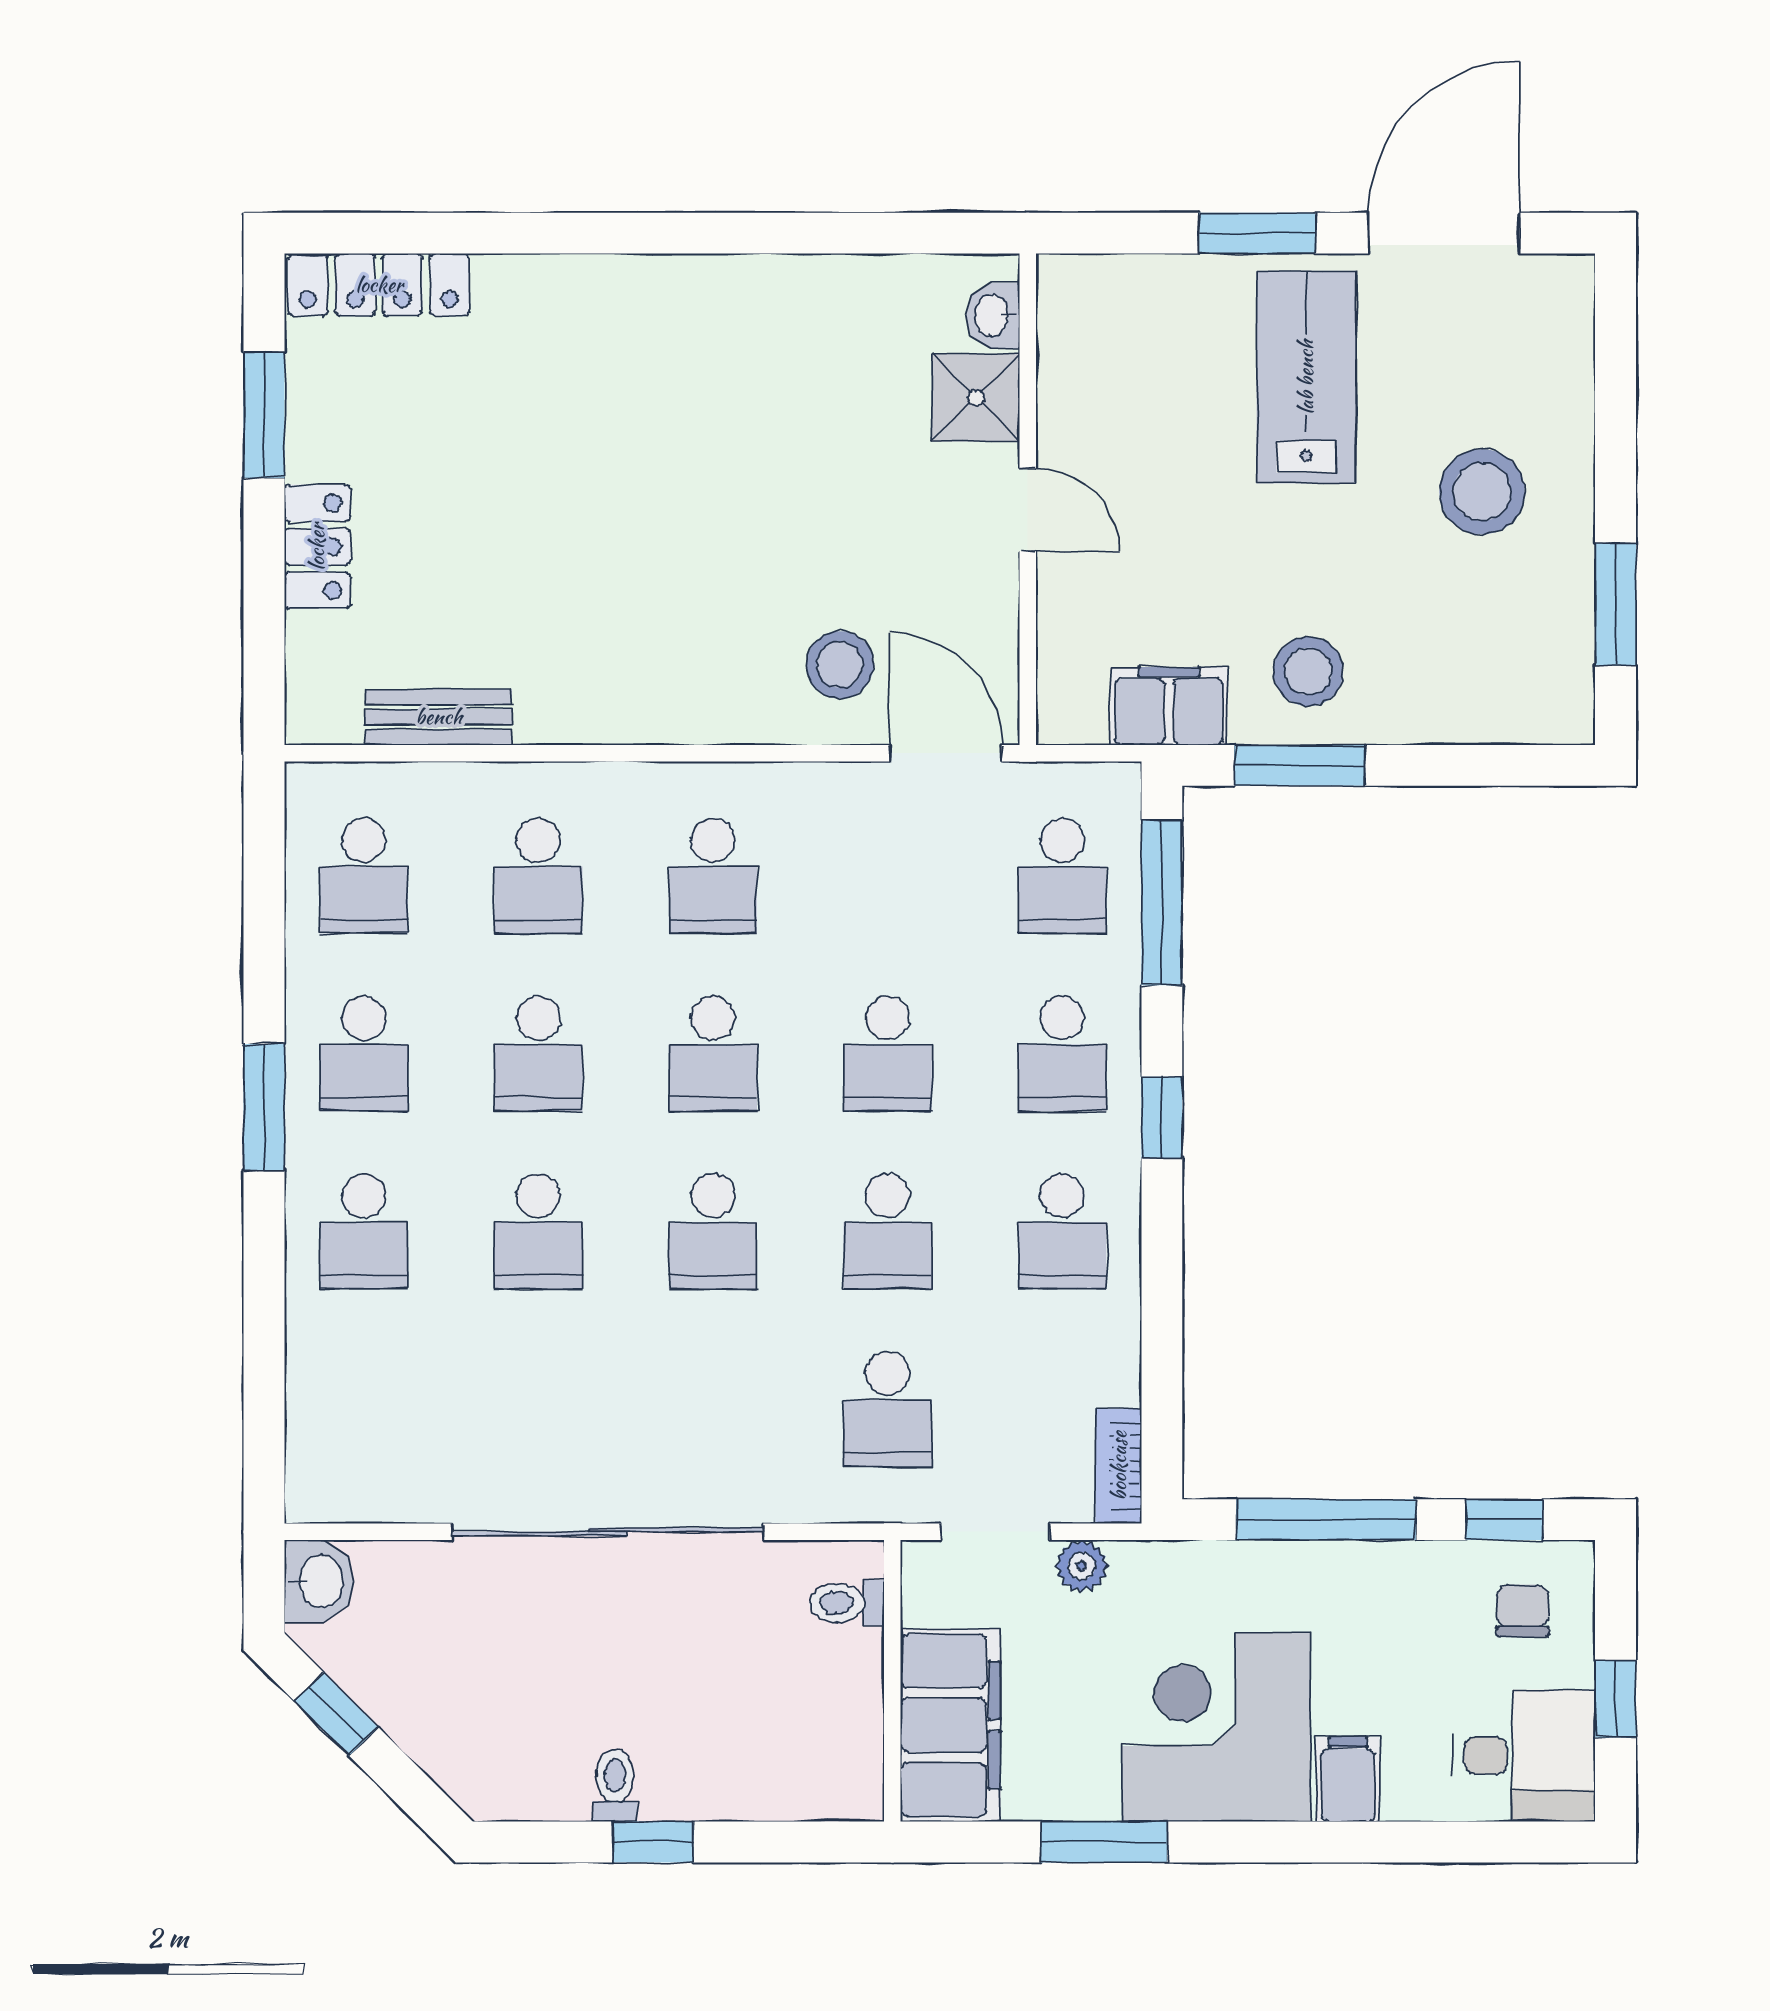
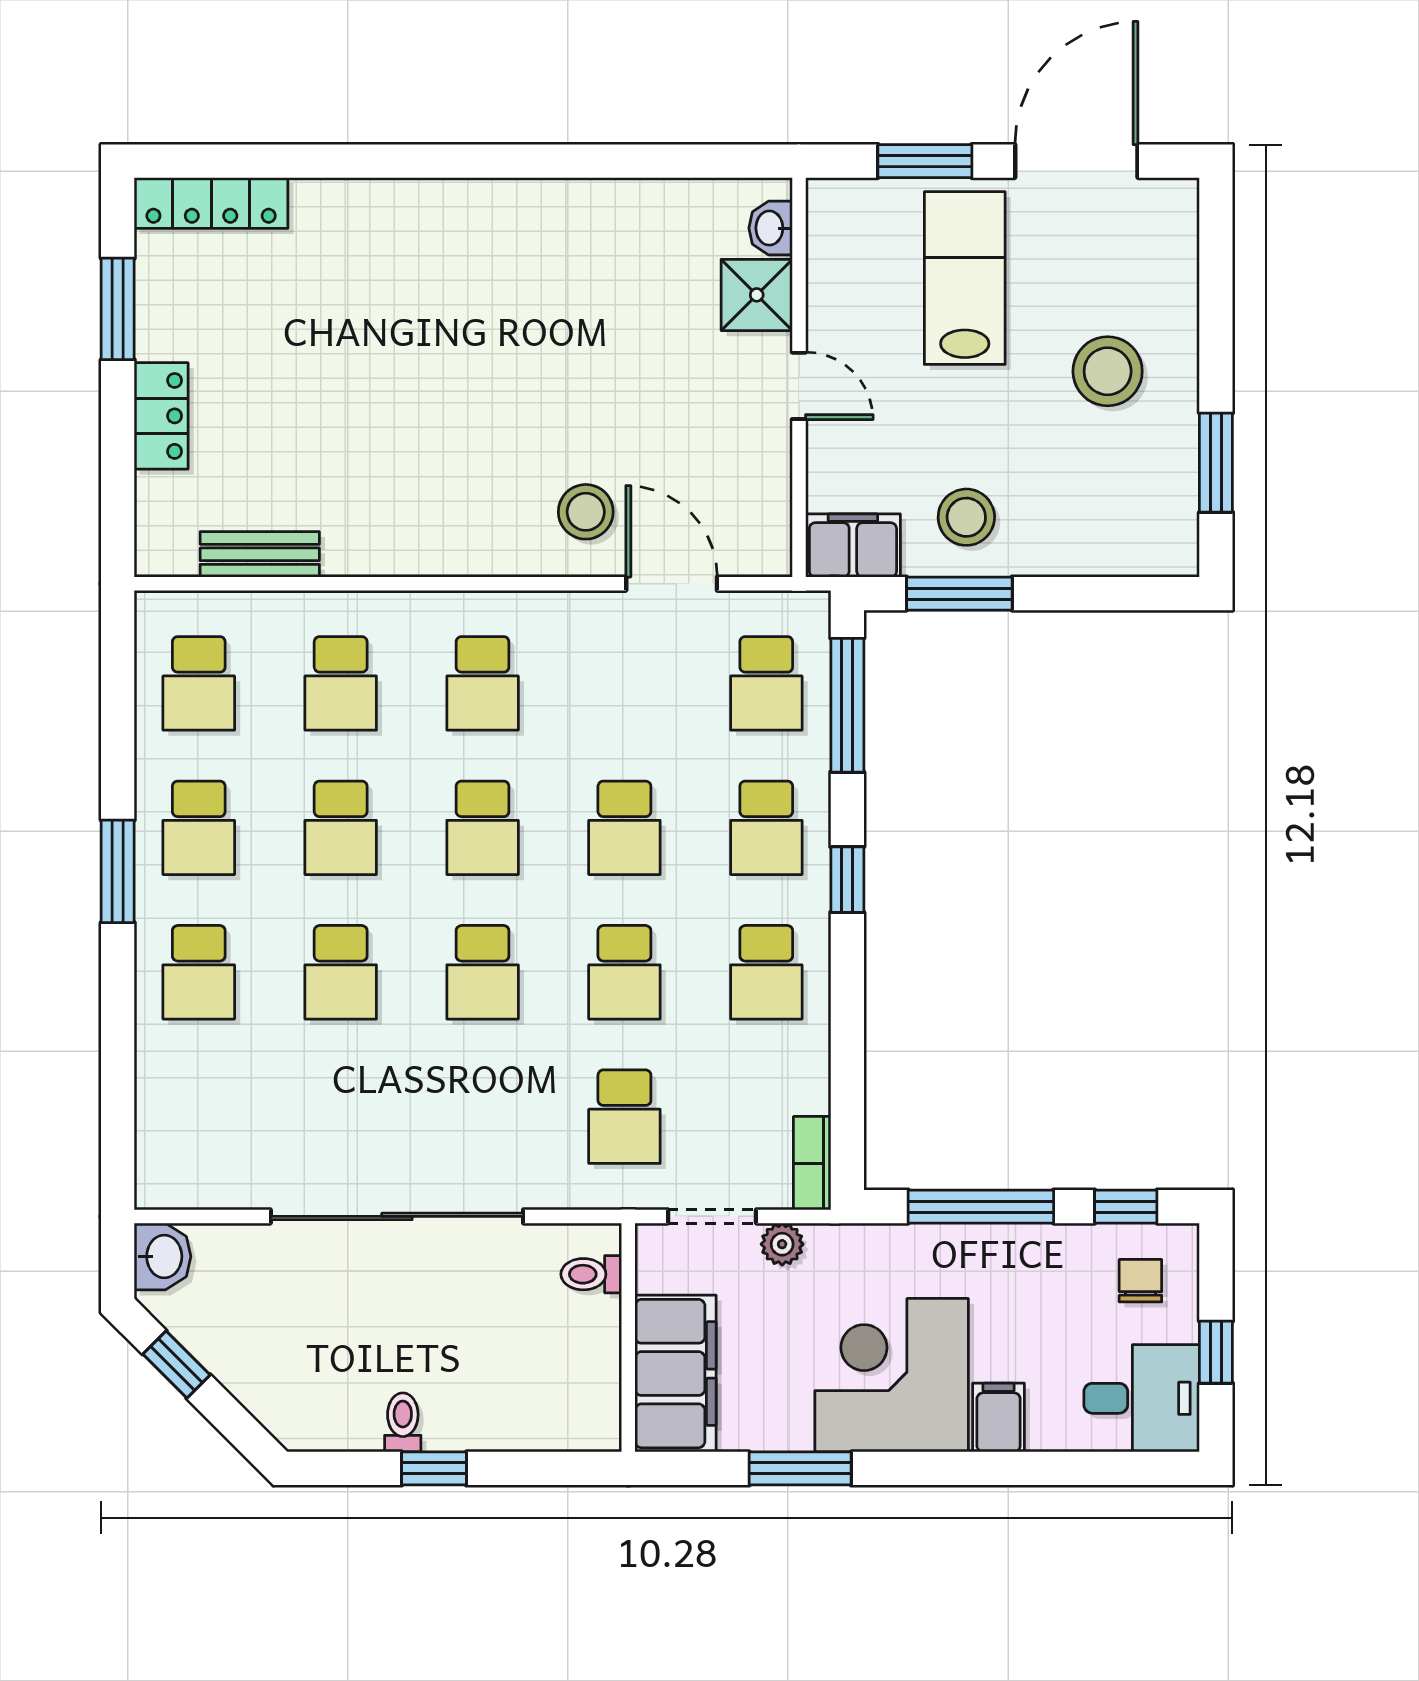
washbasin: (993, 316) -> (771, 228), moved
shower: (976, 398) -> (757, 295), moved
wall: (1028, 499) -> (799, 377), moved
door: (1028, 510) -> (799, 386), moved

